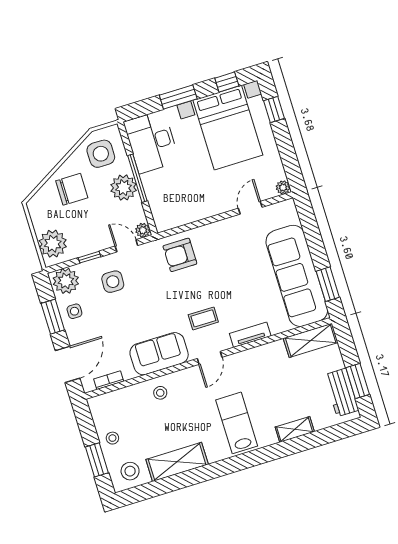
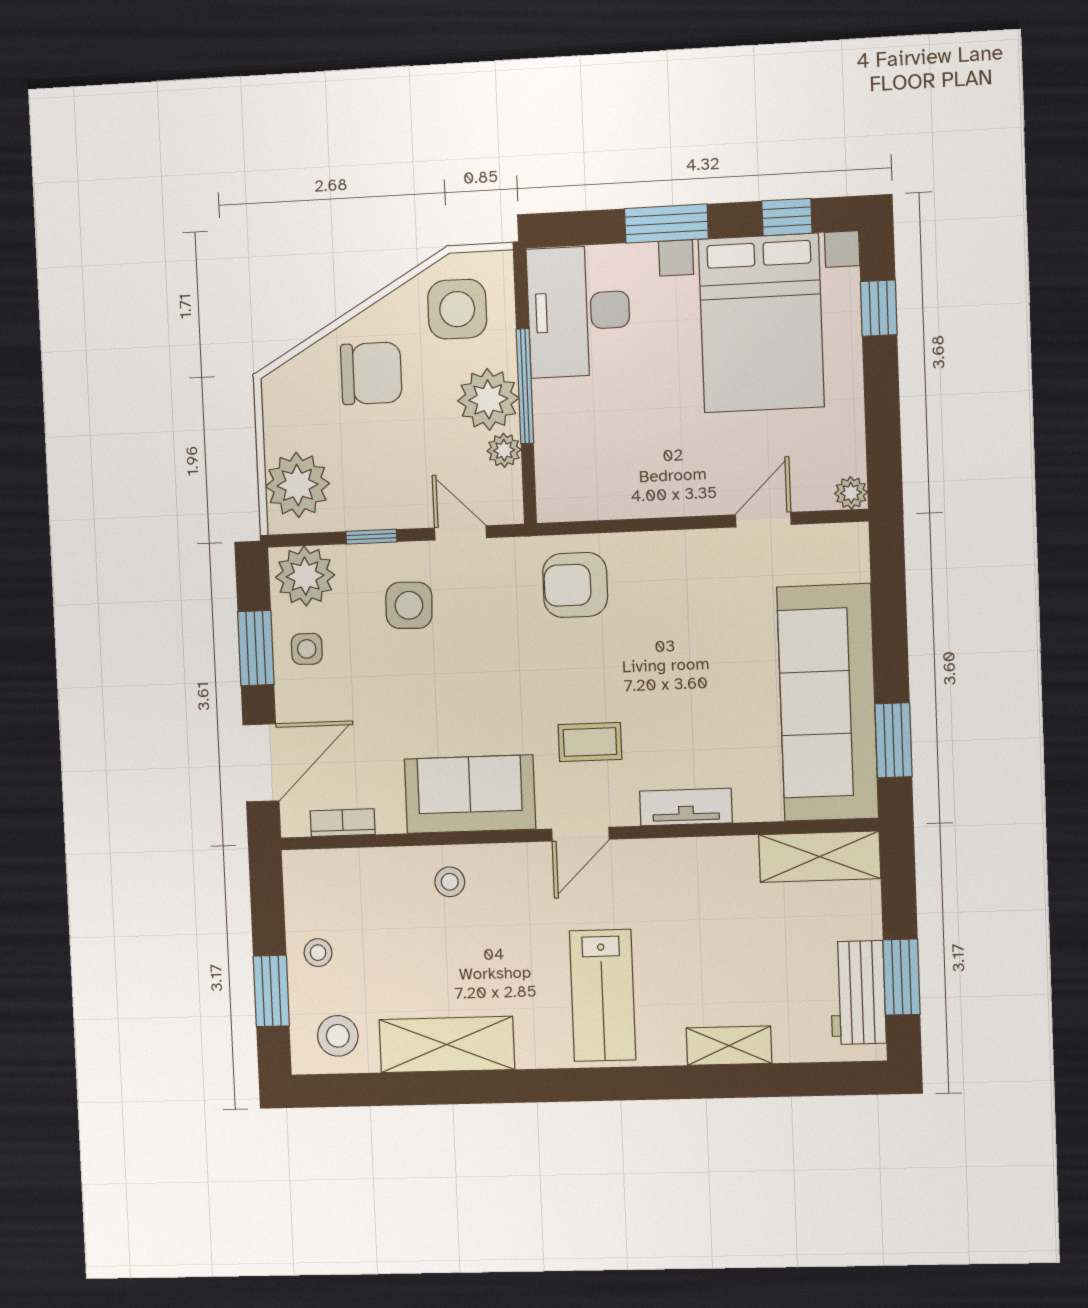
plant: (143, 230) -> (504, 450), moved
lab bench: (237, 423) -> (603, 995), turned 180

